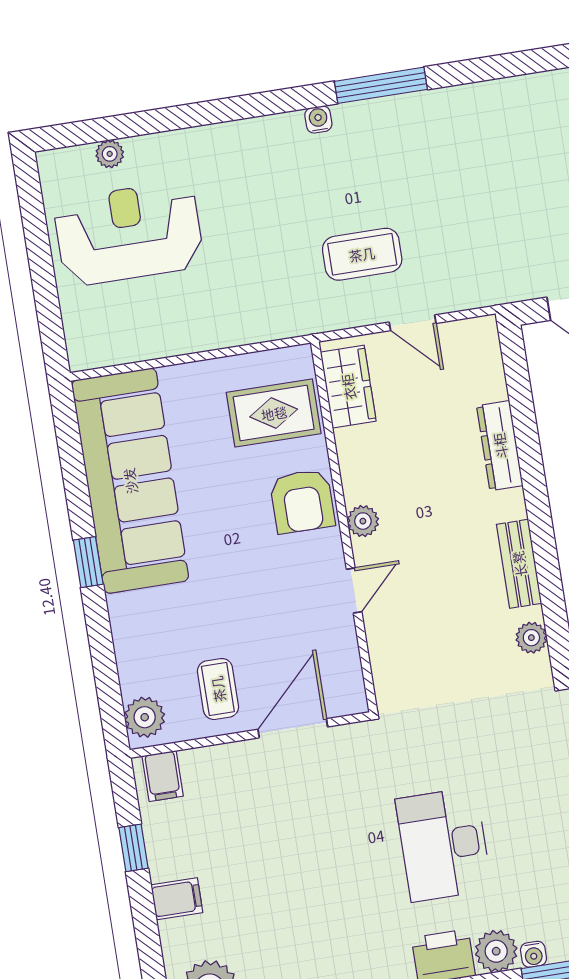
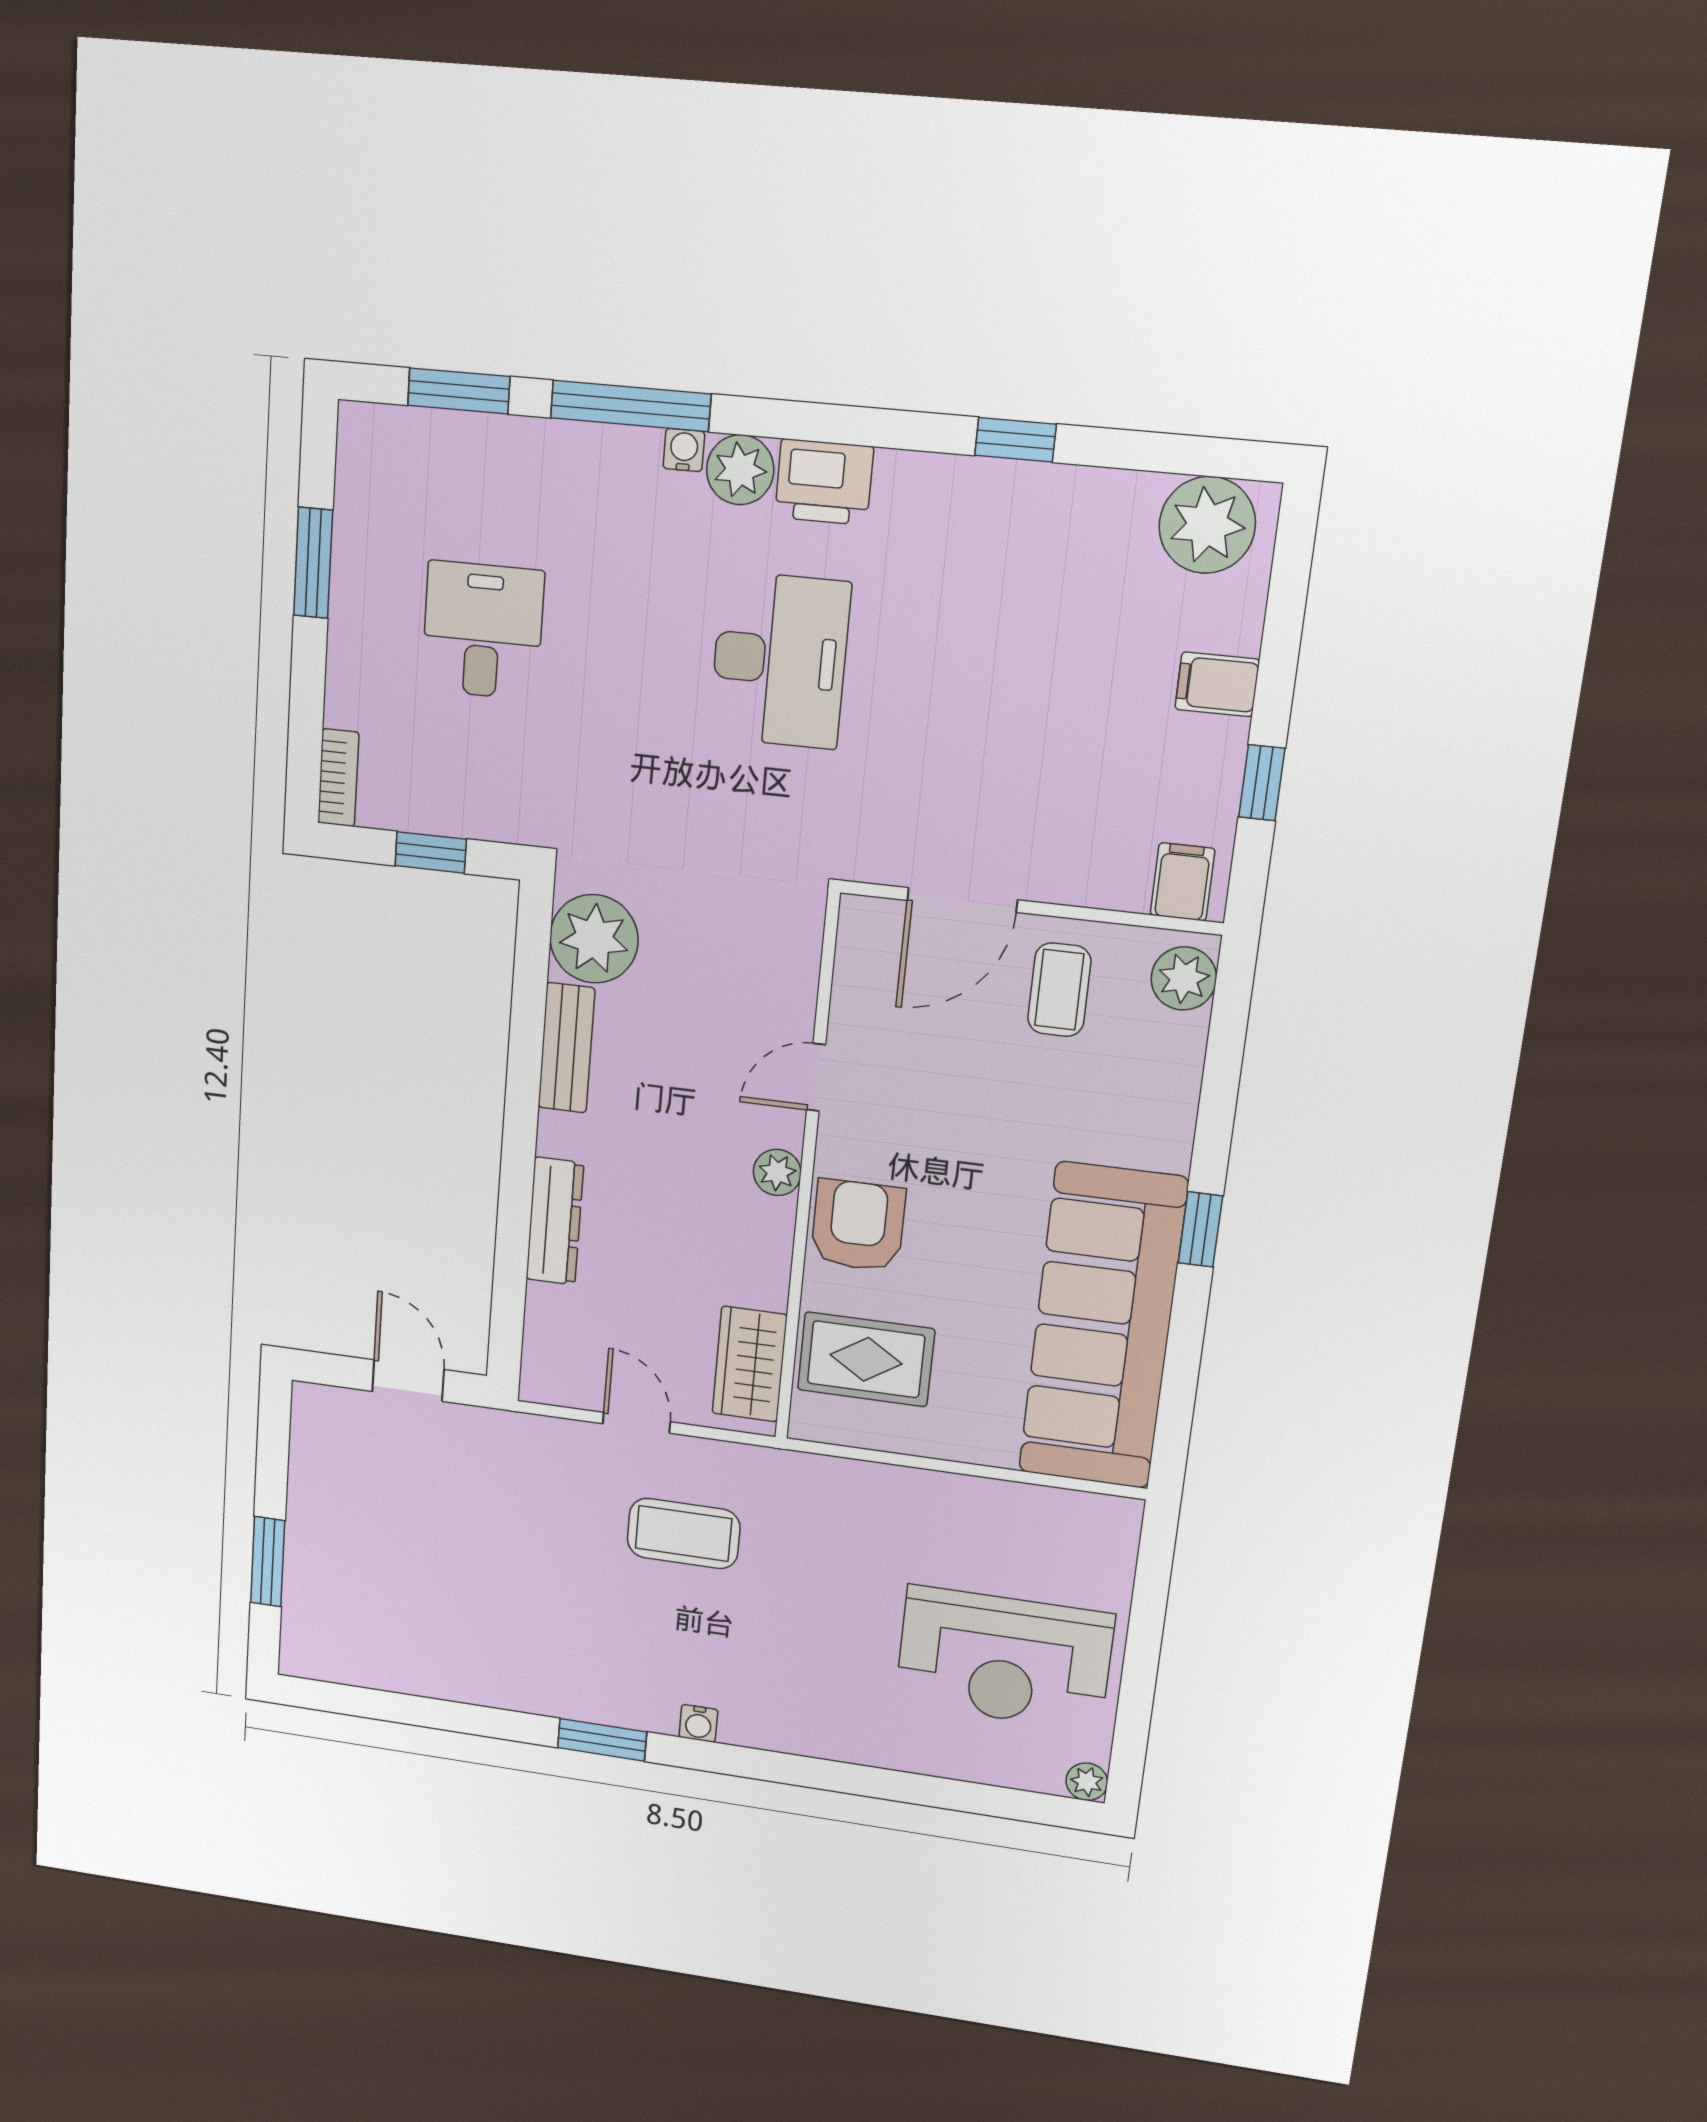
window: (381, 85) -> (602, 1740), width x0.69
plant: (110, 154) -> (1087, 1782), moved
plant: (531, 638) -> (594, 939), width x1.88, depth x1.88

